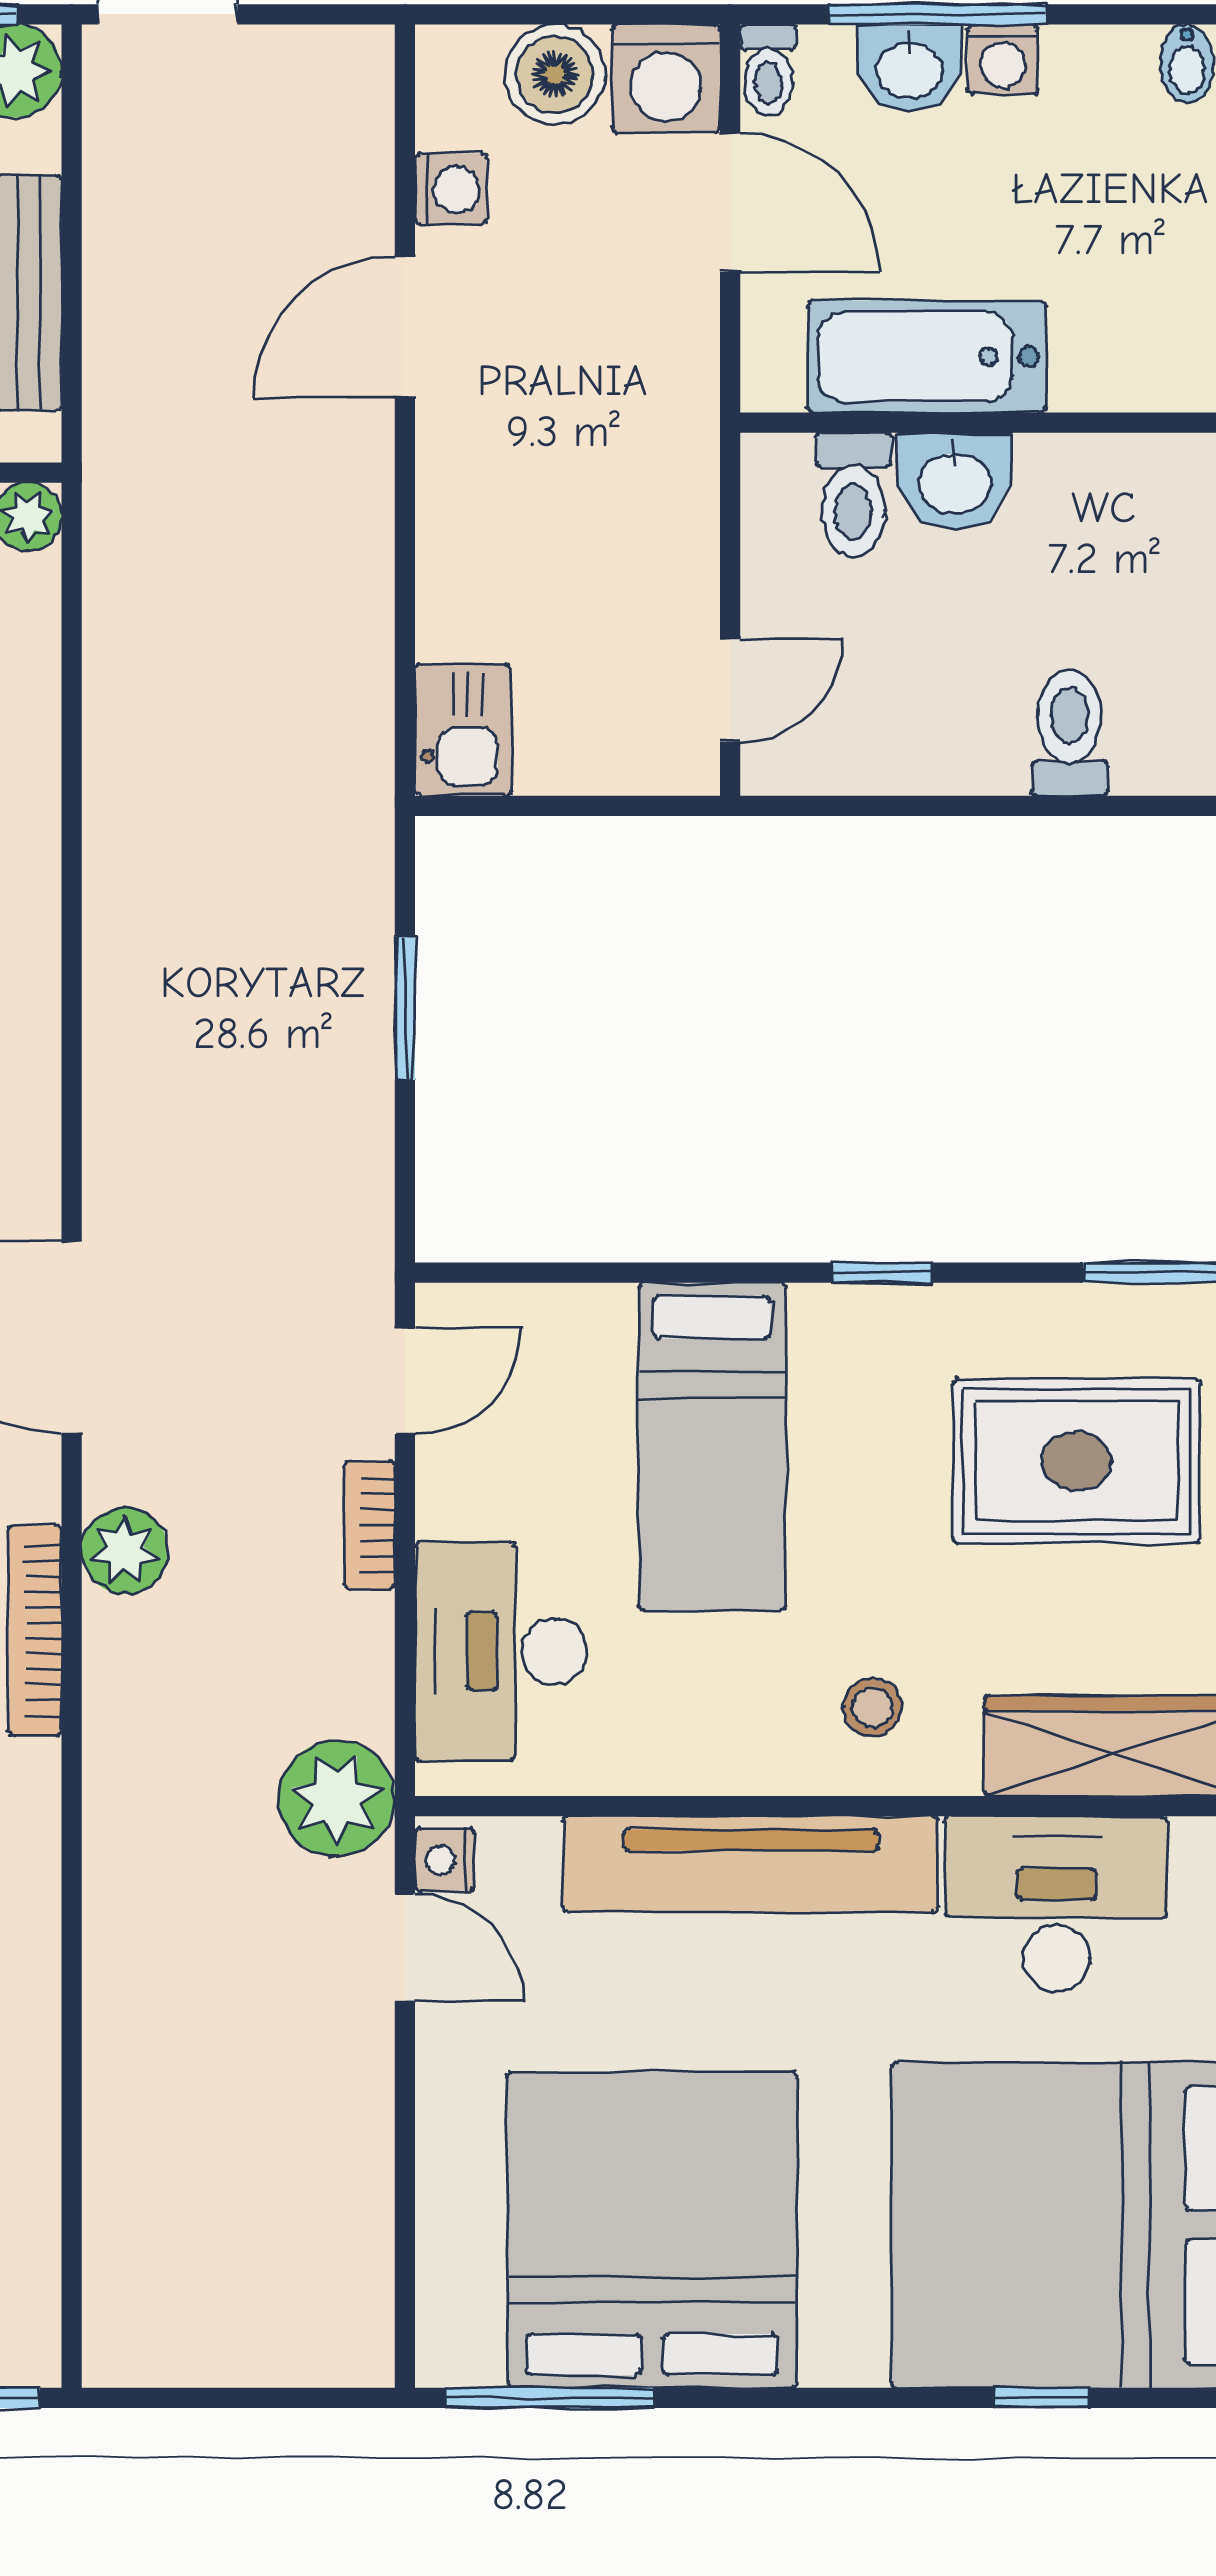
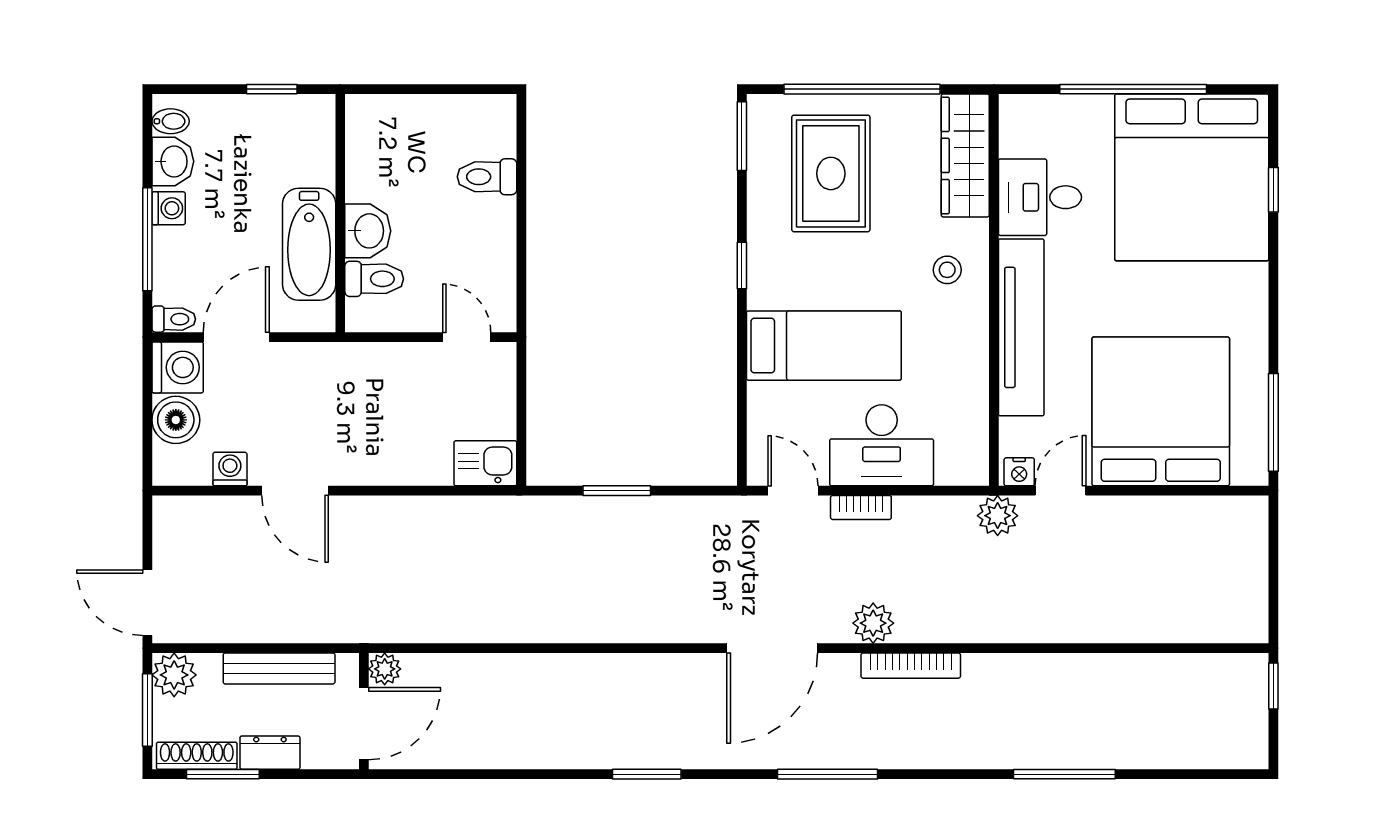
washbasin: (909, 68) -> (173, 161), moved
desk: (501, 1651) -> (882, 445), moved
plant: (337, 1799) -> (998, 516), width x0.73, depth x0.73
desk: (1056, 1904) -> (1040, 197), width x0.73
bed: (652, 2230) -> (1161, 411), moved, turned 90

